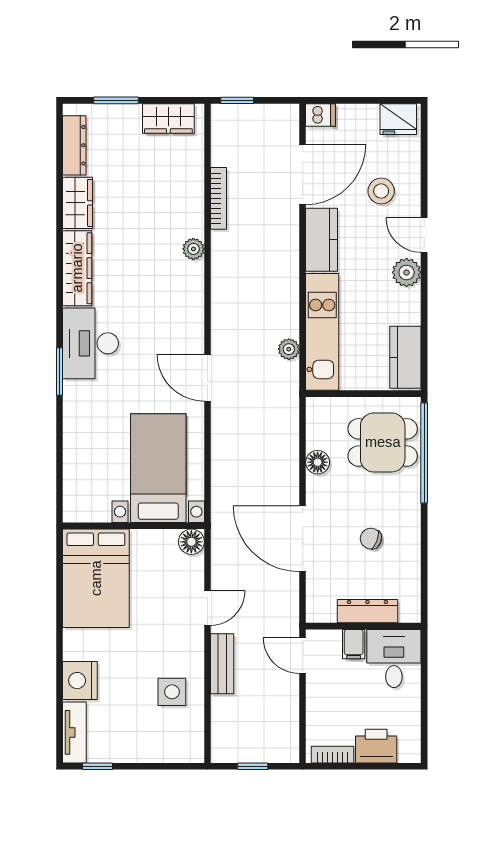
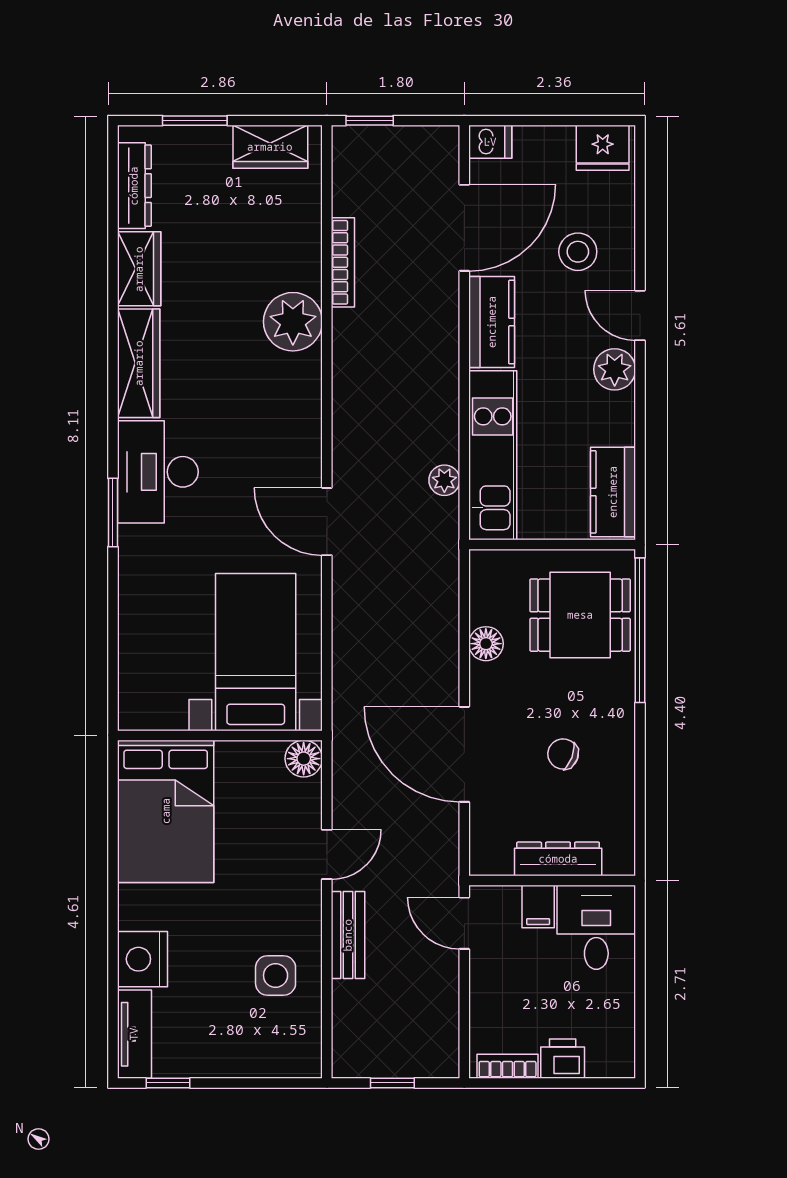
plant: (193, 249) -> (293, 322), width x1.88, depth x1.88
printer: (376, 746) -> (563, 1059), width x0.73, depth x0.81

